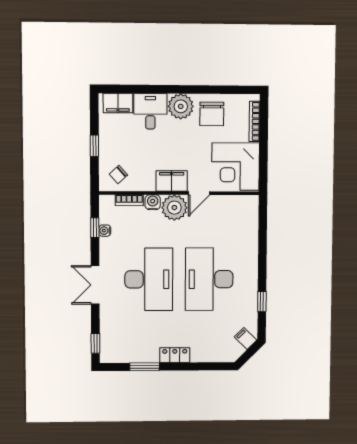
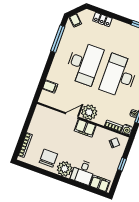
corner desk: (236, 167) -> (45, 123), removed
water cooler: (153, 202) -> (127, 130), moved
filing cabinet: (248, 225) -> (50, 87), added
window: (262, 302) -> (58, 39), width x2.17
locker: (175, 355) -> (102, 19), moved

